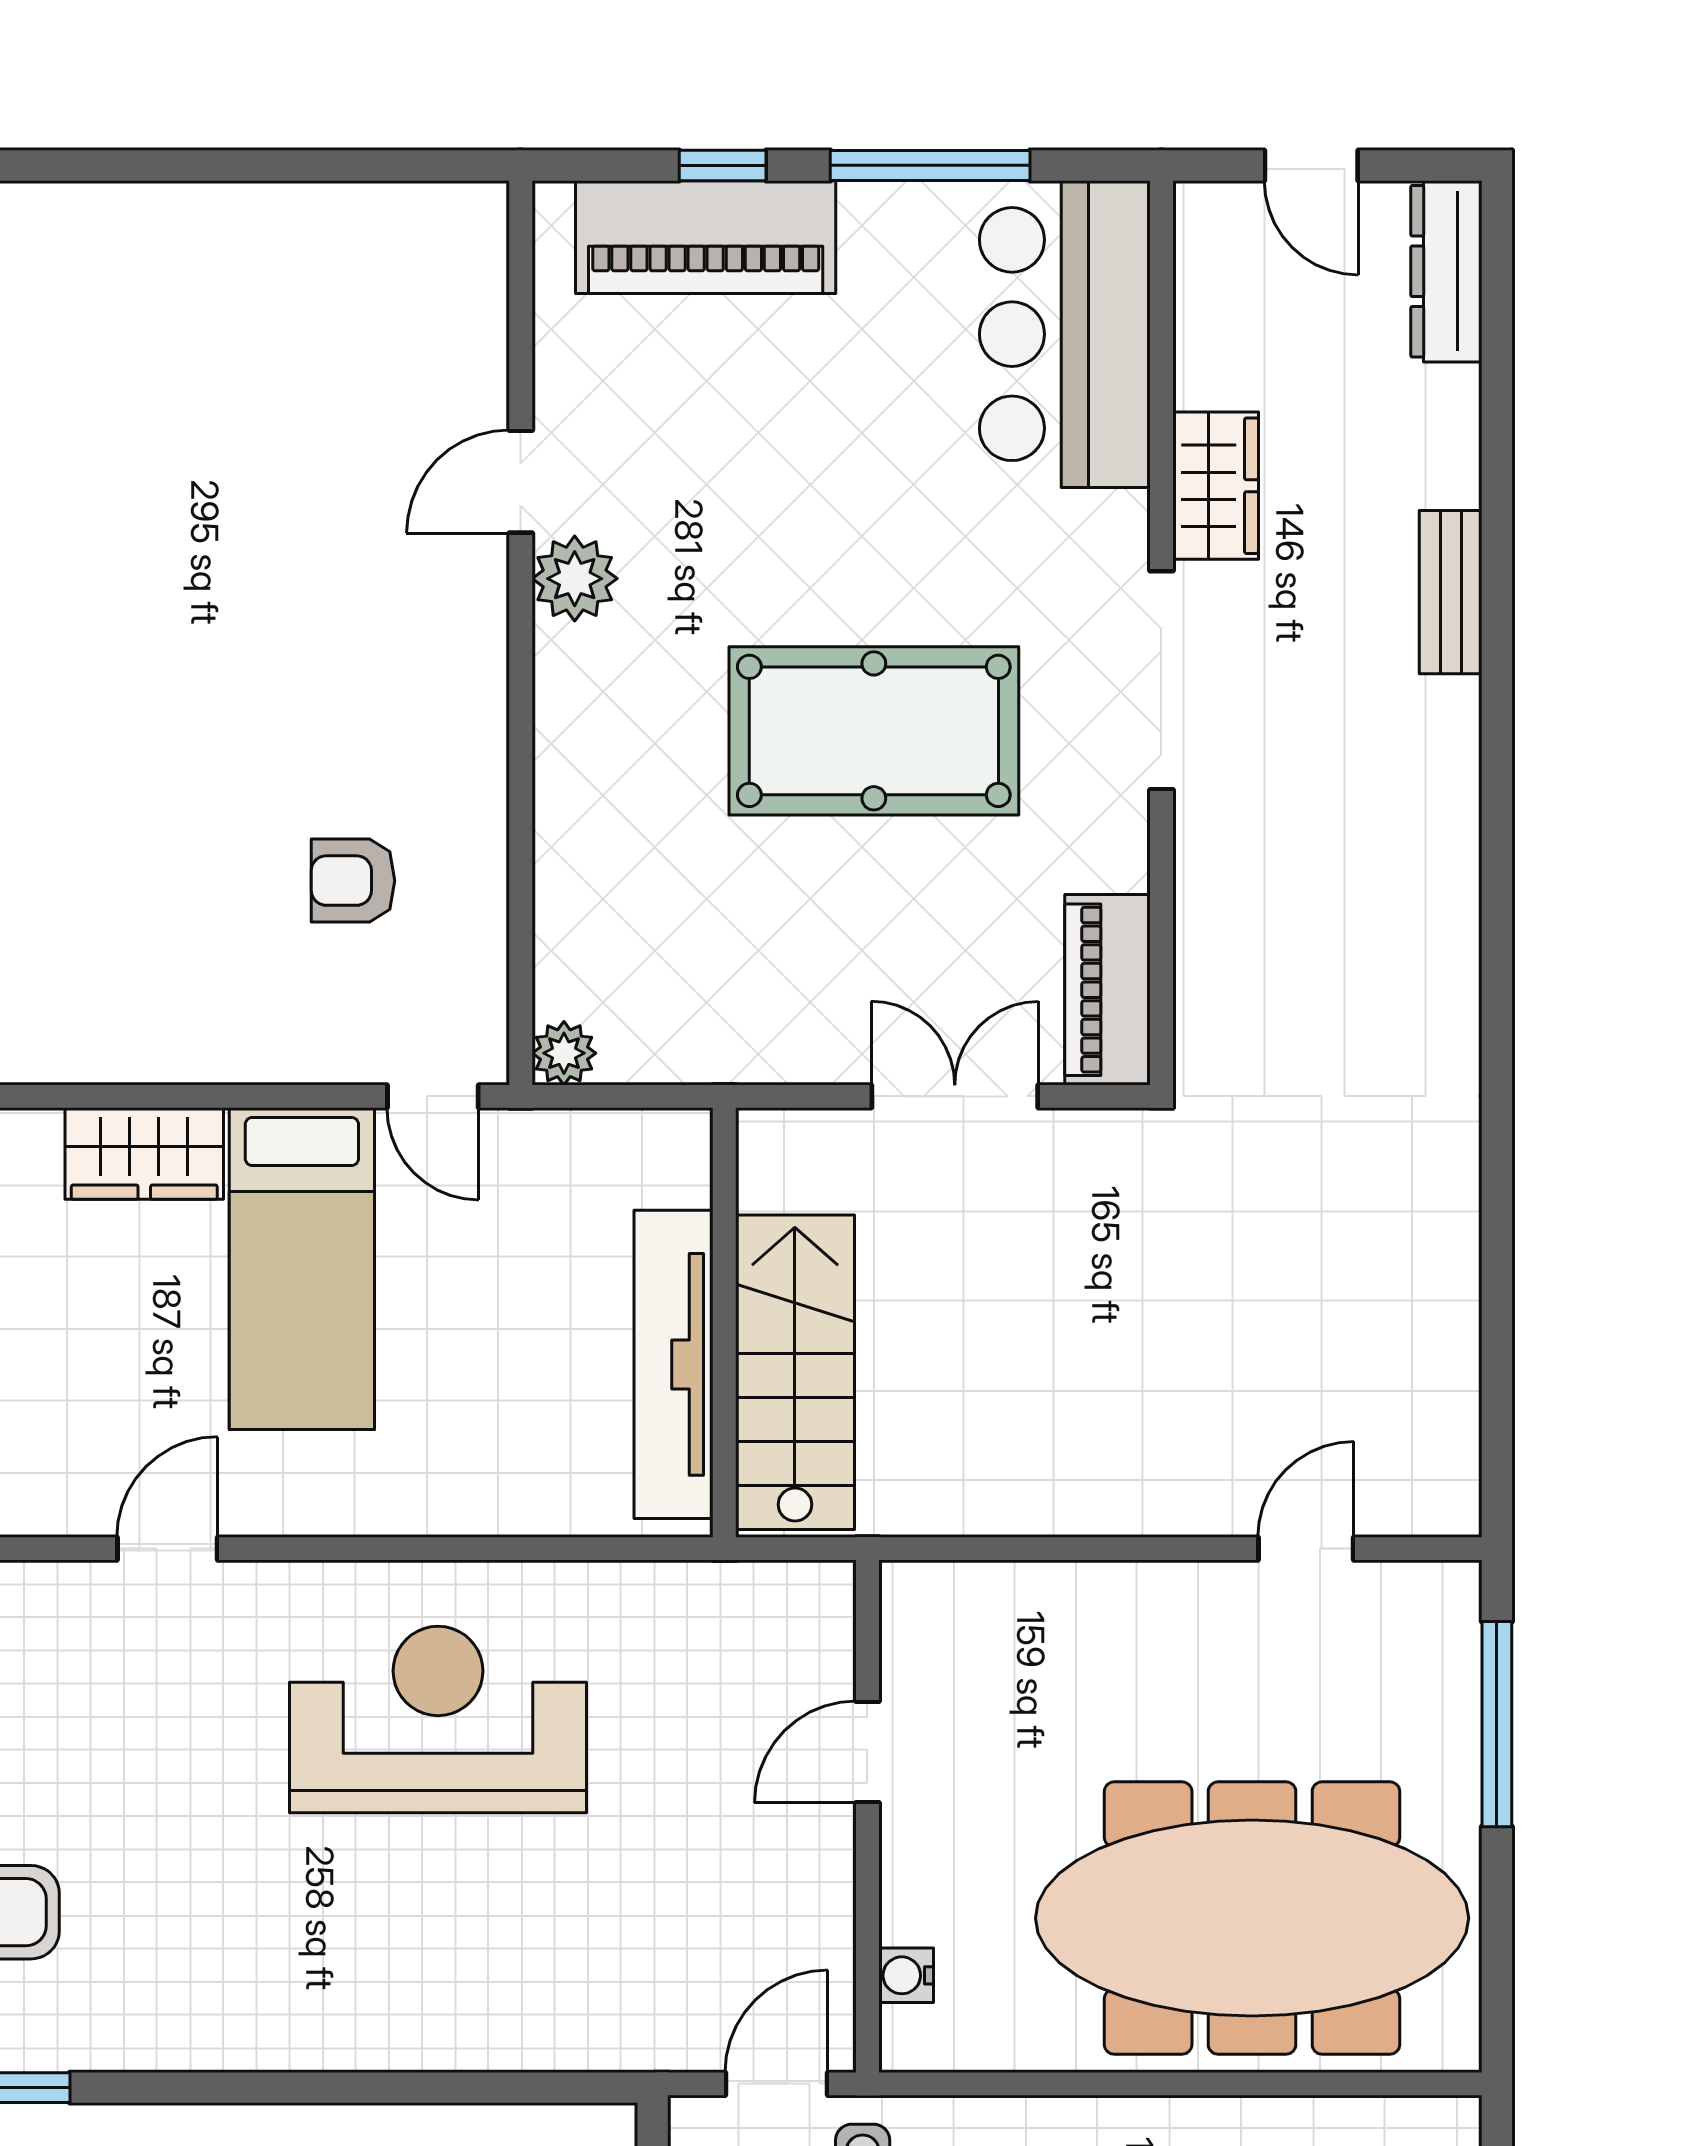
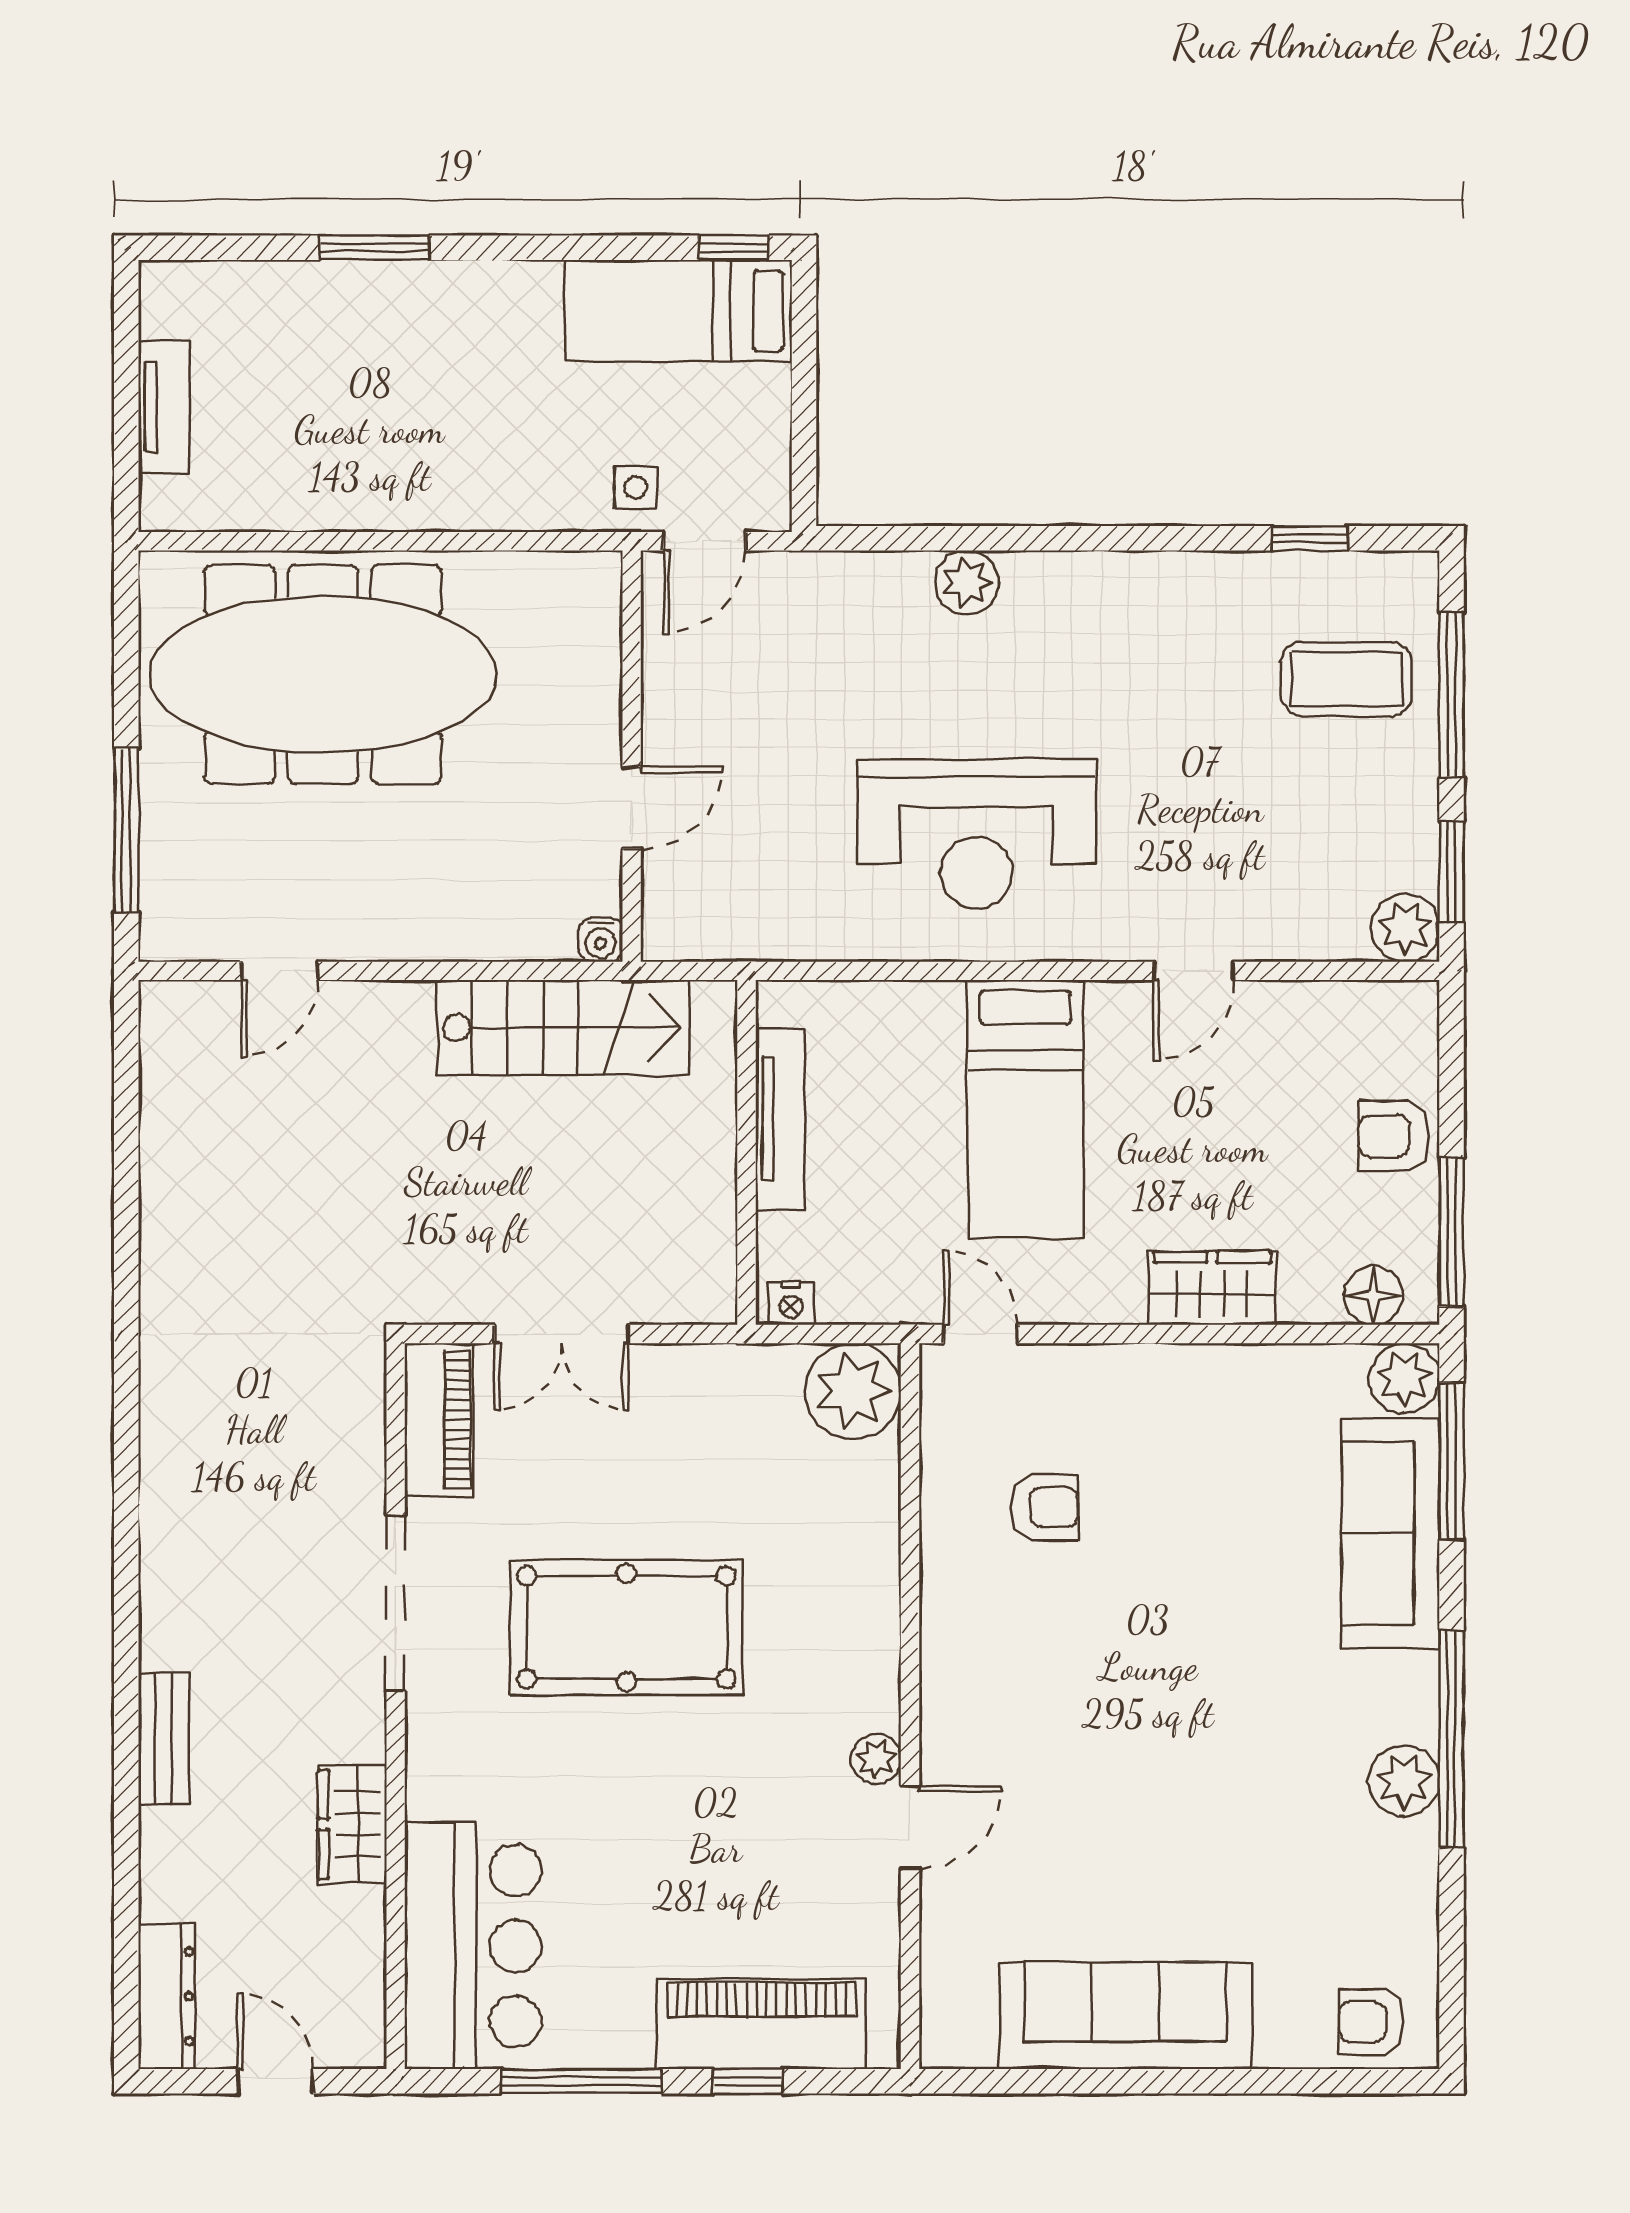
sofa: (252, 247) -> (1125, 2016), added
plant: (575, 579) -> (876, 1759), width x0.73, depth x0.73
doorway: (1161, 680) -> (396, 1603), moved
plant: (564, 1053) -> (853, 1391), width x1.87, depth x1.87
nightstand: (669, 1134) -> (791, 1303), added
bed: (302, 1269) -> (1025, 1109), moved, turned 180
tv unit: (673, 1364) -> (780, 1119), width x0.73, depth x0.78
stairs: (795, 1372) -> (563, 1028), moved, turned -90
water cooler: (906, 1975) -> (601, 940), moved, turned 90
plant: (450, 2033) -> (967, 582), added

